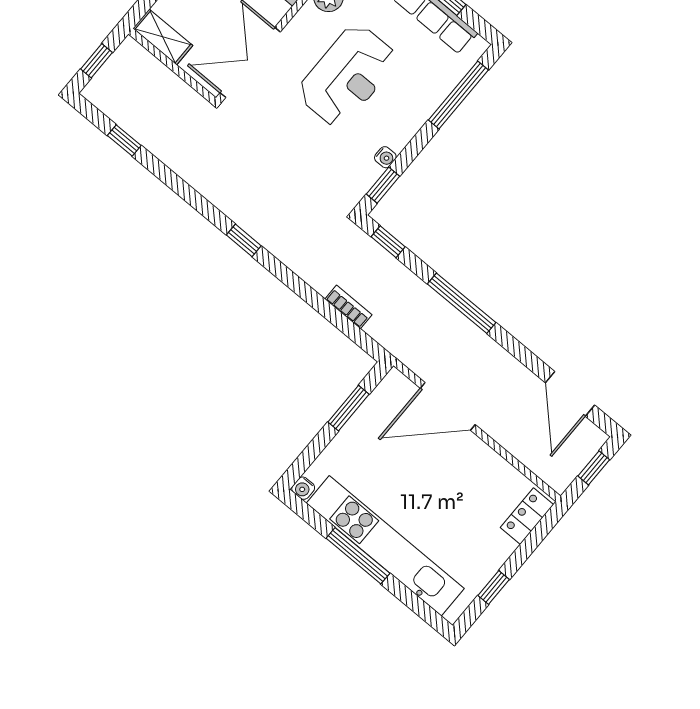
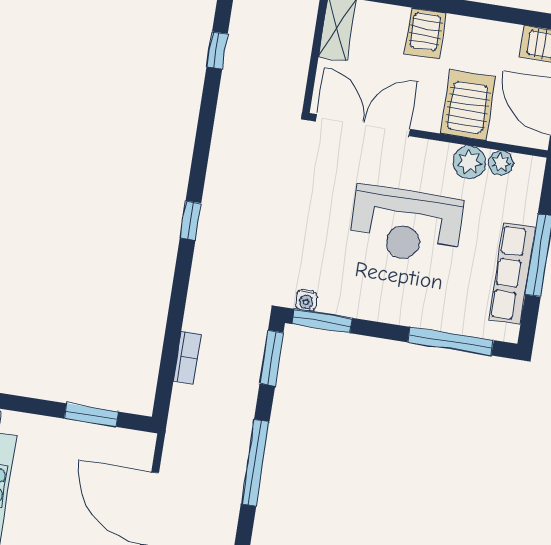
water cooler: (385, 157) -> (306, 300), moved
window: (383, 185) -> (322, 321), width x1.50
window: (388, 242) -> (272, 358), width x1.50

